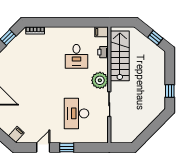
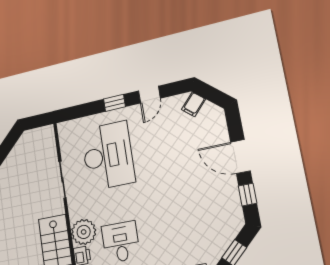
plant: (100, 80) -> (84, 232), moved
desk: (76, 113) -> (108, 156), width x1.36, depth x1.30

